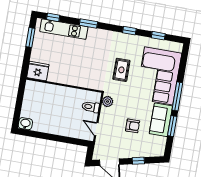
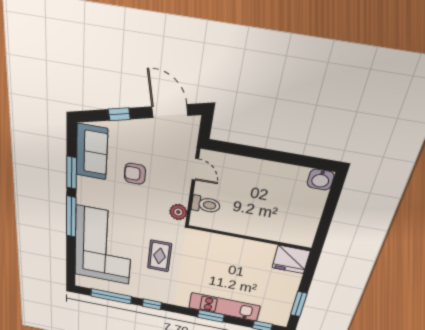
kitchen unit: (64, 29) -> (224, 307), moved
window: (158, 36) -> (111, 296), width x2.17
sofa: (161, 120) -> (92, 152), moved

